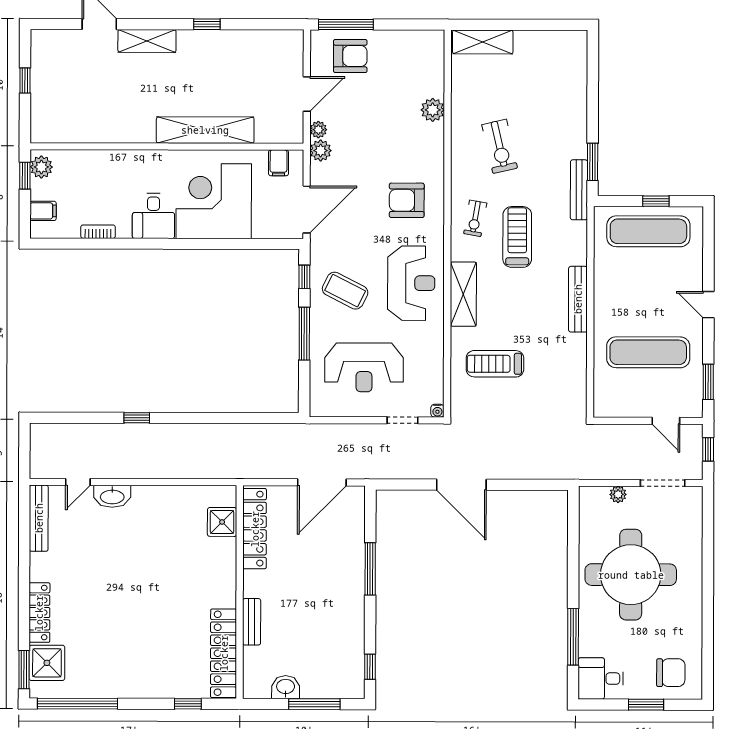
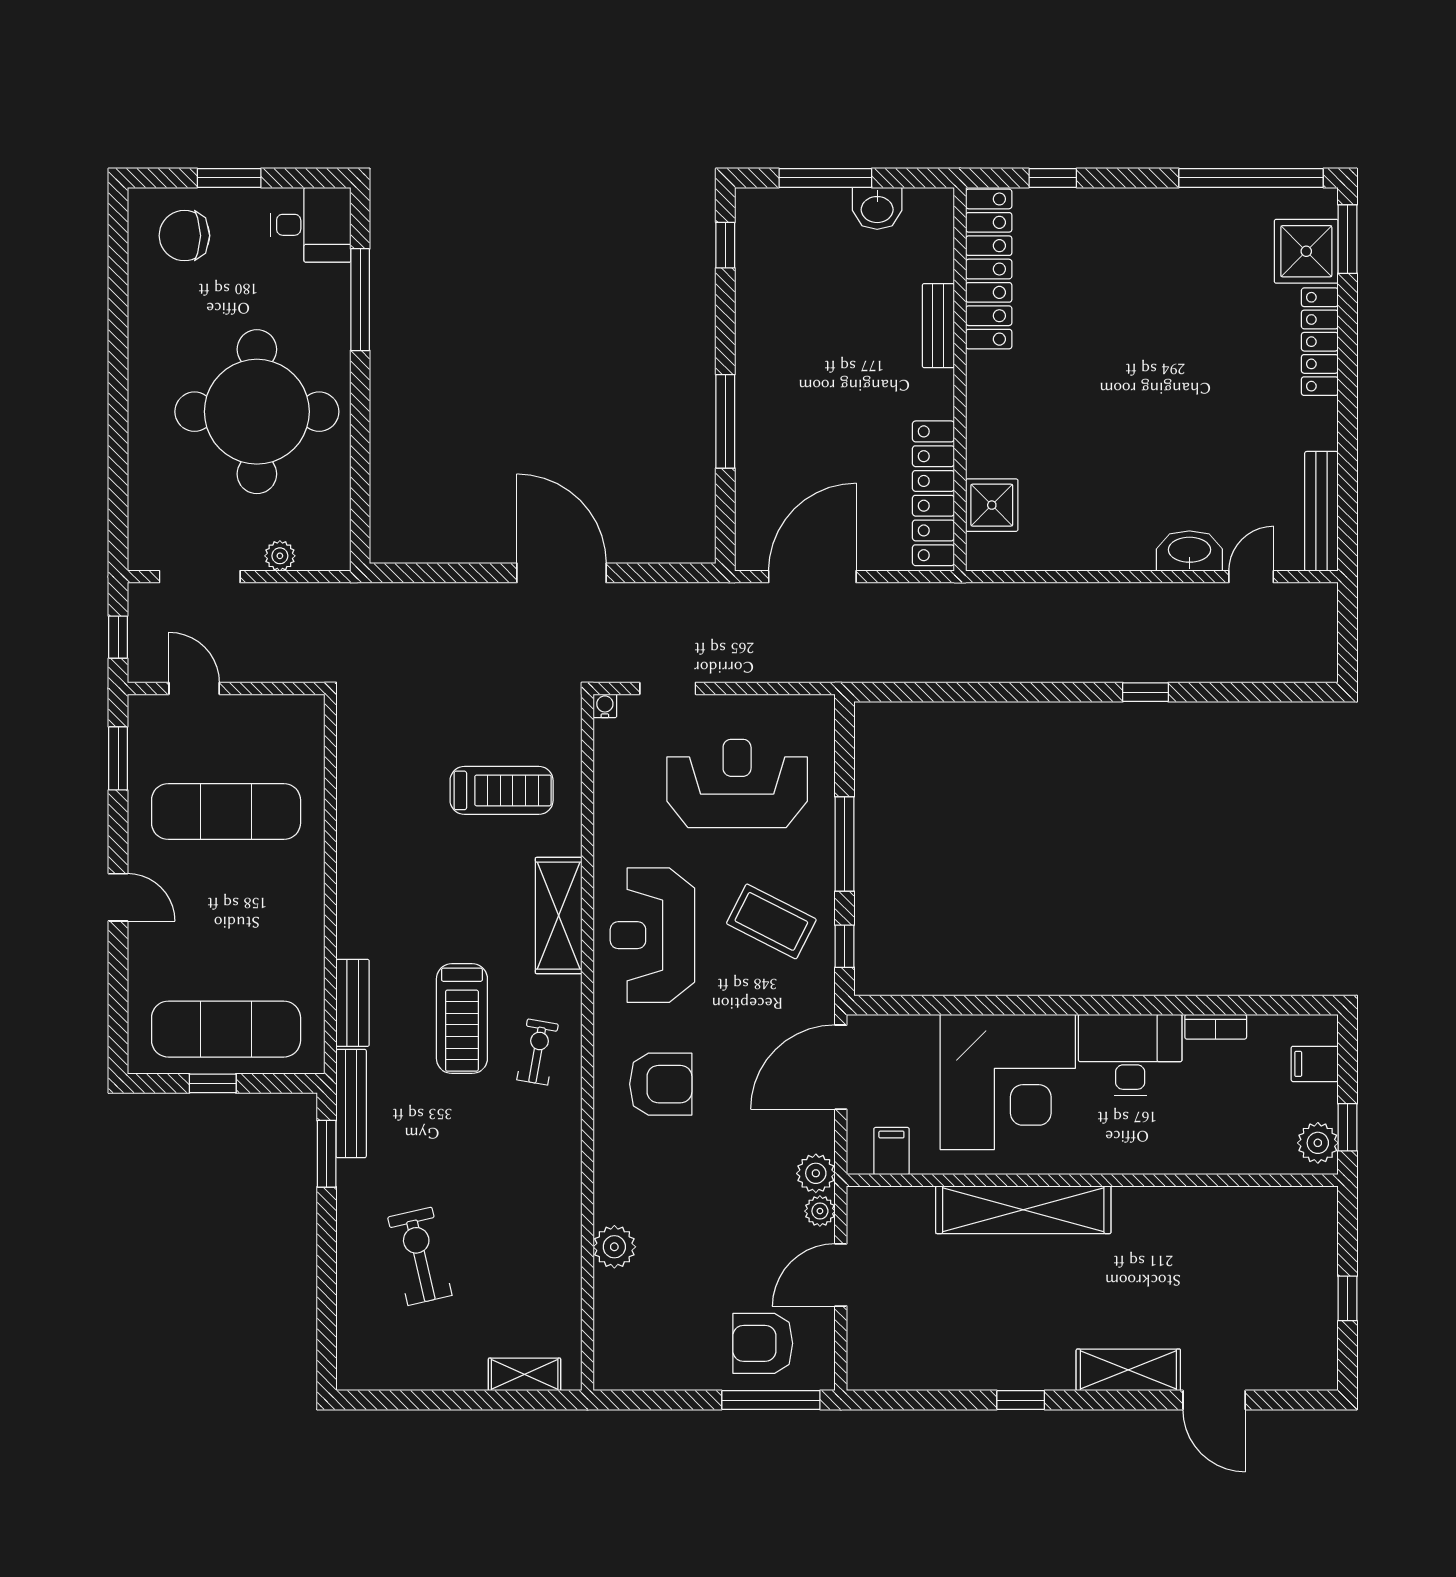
shelving: (483, 42) -> (525, 1374), width x0.67, depth x0.75
exercise bike: (500, 146) -> (420, 1256), moved
desk: (153, 216) -> (1130, 1055), width x1.37
bench: (578, 299) -> (353, 1003), moved, width x0.73

